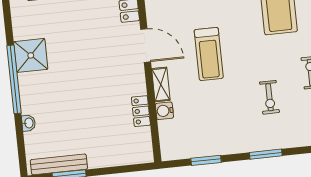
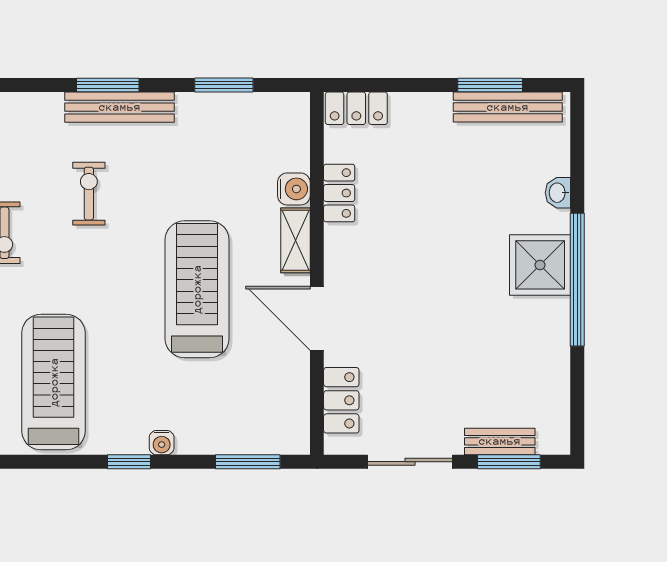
treadmill: (209, 54) -> (197, 289), width x1.37, depth x1.38
shower: (31, 55) -> (540, 265), moved
bench: (258, 143) -> (120, 107), added
locker: (137, 156) -> (356, 108), added

